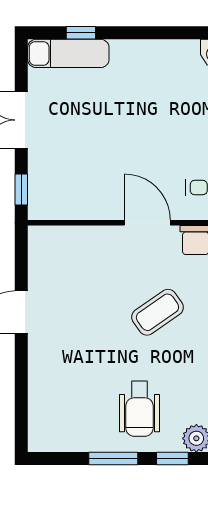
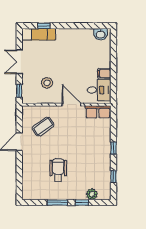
stool: (88, 170) -> (47, 83), added
coffee table: (157, 312) -> (43, 127), moved
wheelchair: (139, 409) -> (58, 170), moved, turned 180

